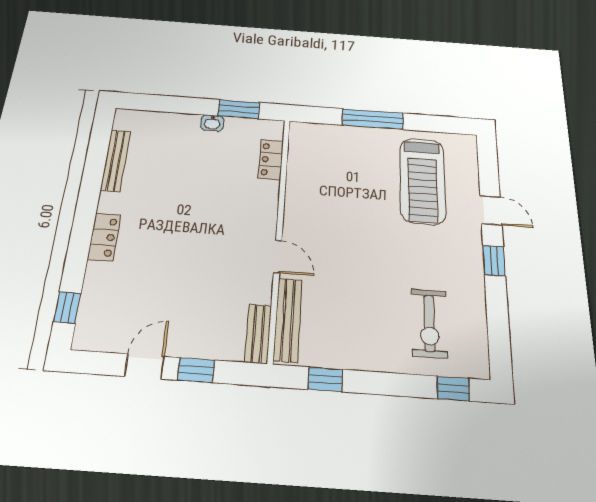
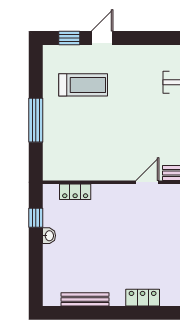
window: (239, 109) -> (36, 218), width x0.67
treadmill: (423, 181) -> (83, 85), width x0.73, depth x0.73
window: (494, 261) -> (69, 38), moved

